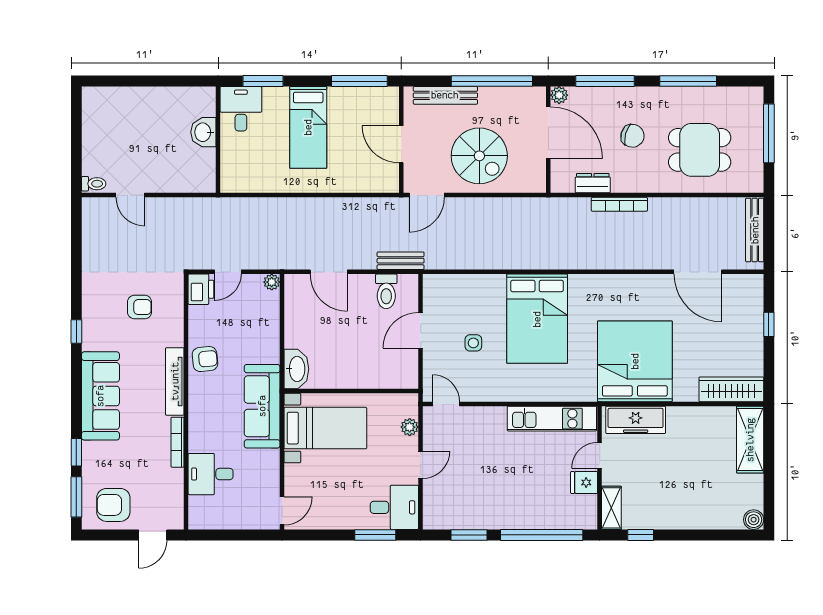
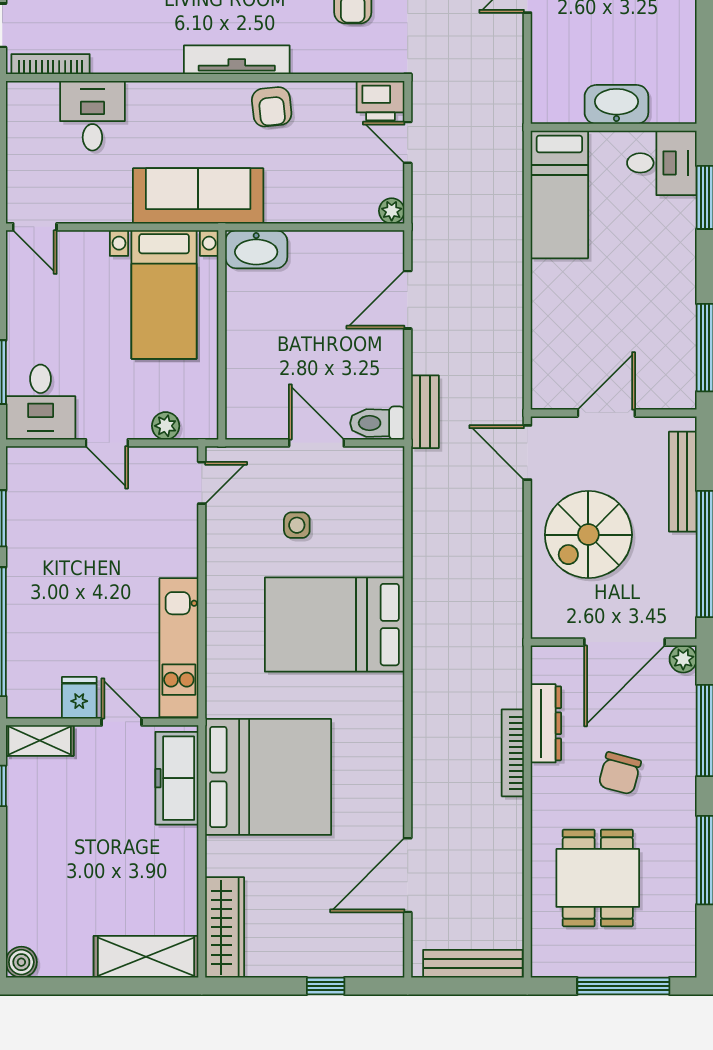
bed: (308, 127) -> (559, 194), moved, turned -90
washbasin: (203, 132) -> (616, 104), width x1.38
dresser: (593, 183) -> (546, 723), width x1.44
toilet: (386, 291) -> (377, 423), moved
bookcase: (178, 442) -> (51, 64), moved

